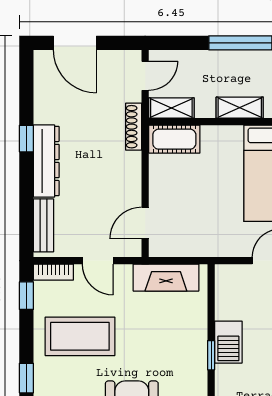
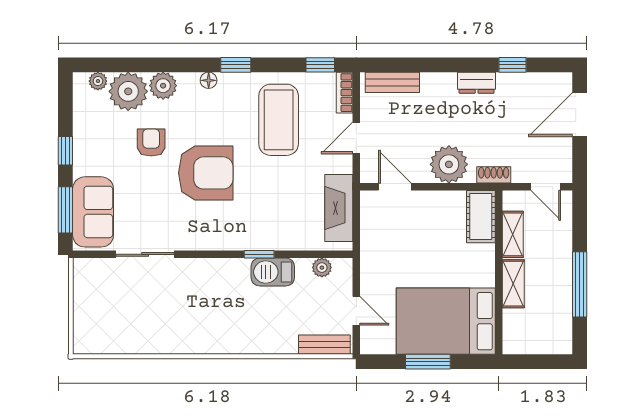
shelving: (171, 108) -> (513, 234), moved
shoe rack: (134, 127) -> (494, 175), width x0.70
window: (26, 139) -> (512, 65), moved
dresser: (46, 161) -> (477, 83), width x0.51, depth x0.80
plant: (123, 170) -> (449, 164), added
plant: (224, 294) -> (322, 268), added

